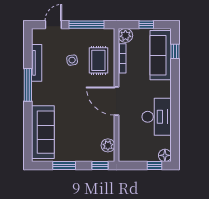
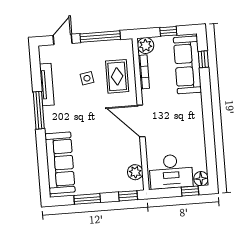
desk: (157, 117) -> (171, 172), moved, turned 90

